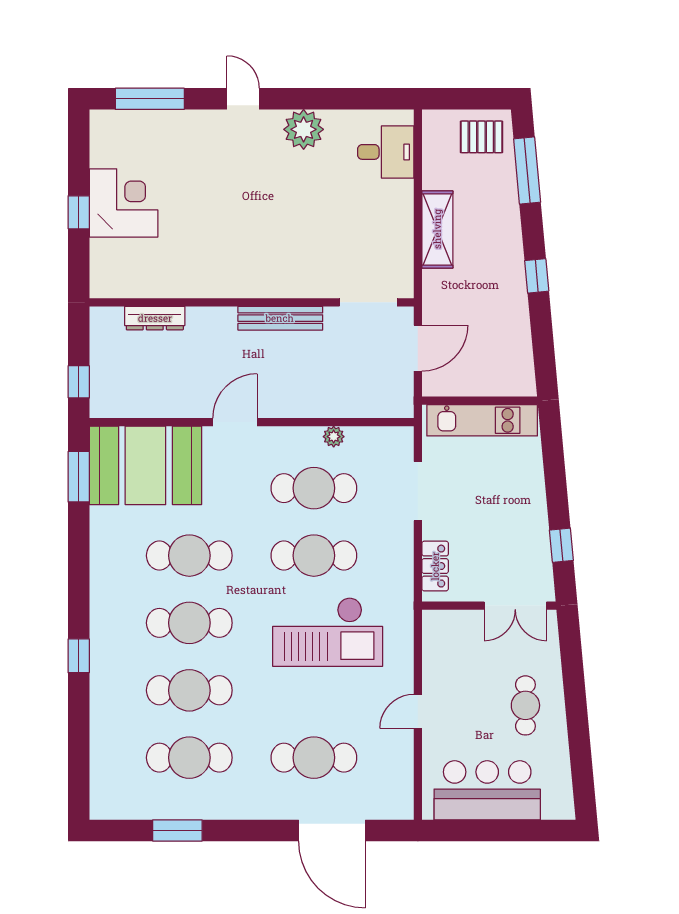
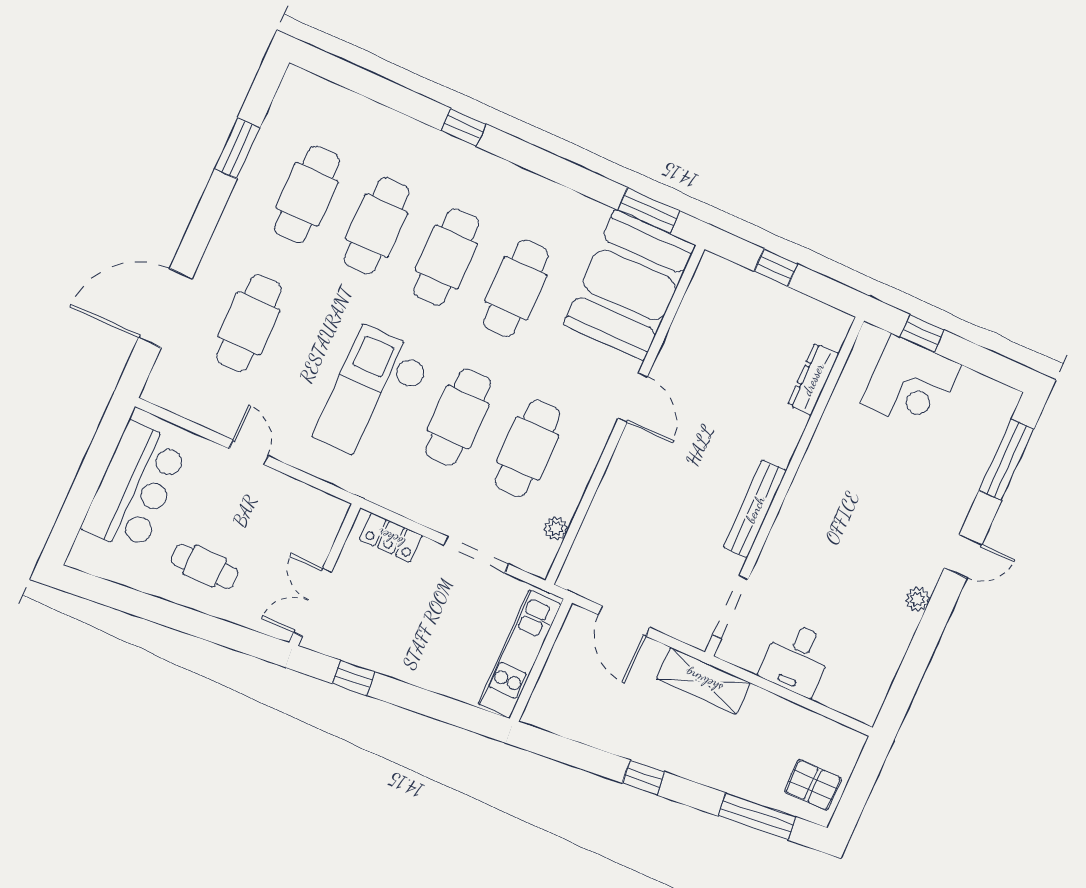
plant: (304, 129) -> (917, 599), width x0.53, depth x0.53
pallet: (481, 137) -> (813, 785), turned 90
desk: (386, 152) -> (797, 659), moved
shelving: (437, 229) -> (703, 681), moved
wall: (252, 302) -> (785, 486), moved
doorway: (368, 302) -> (730, 607), moved
dresser: (155, 318) -> (813, 379), moved
bench: (280, 318) -> (755, 509), moved
window: (79, 382) -> (776, 268), moved
plant: (334, 437) -> (556, 528), moved

